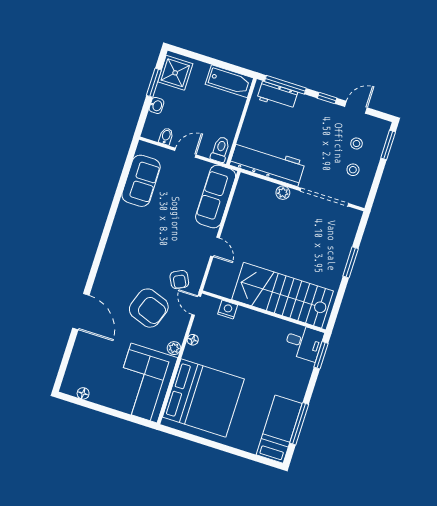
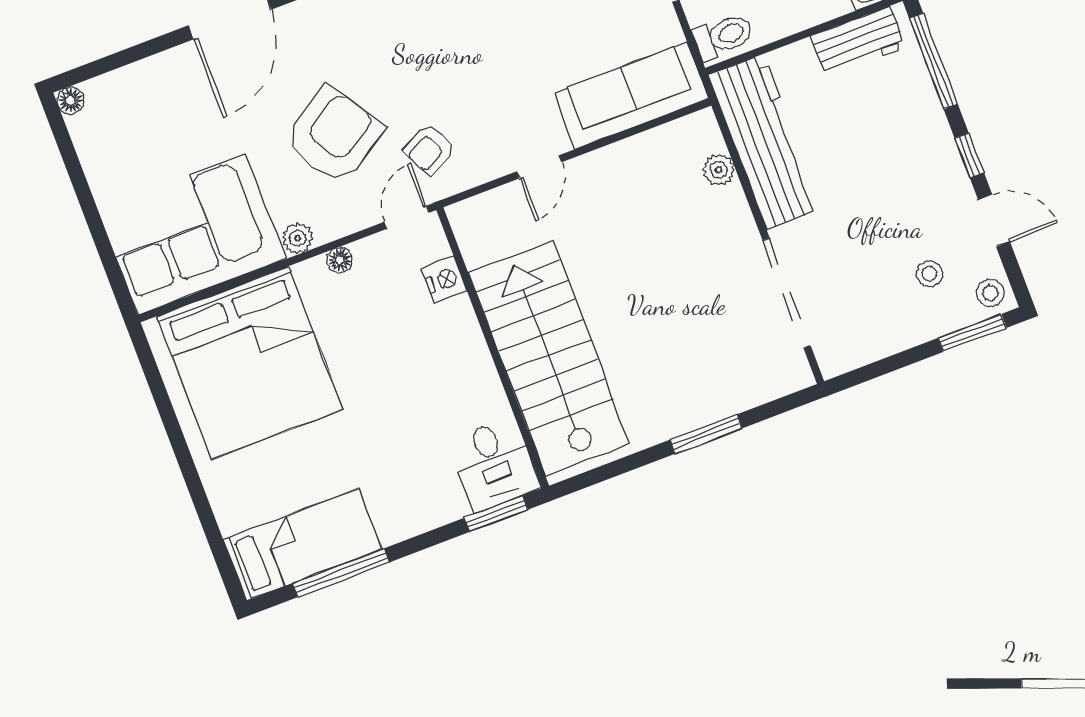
workbench: (277, 96) -> (858, 41), moved, turned -90
stool: (353, 170) -> (990, 293), moved
plant: (283, 193) -> (719, 170), moved
armchair: (149, 308) -> (334, 135), turned -143
floor lamp: (83, 393) -> (71, 100), moved

